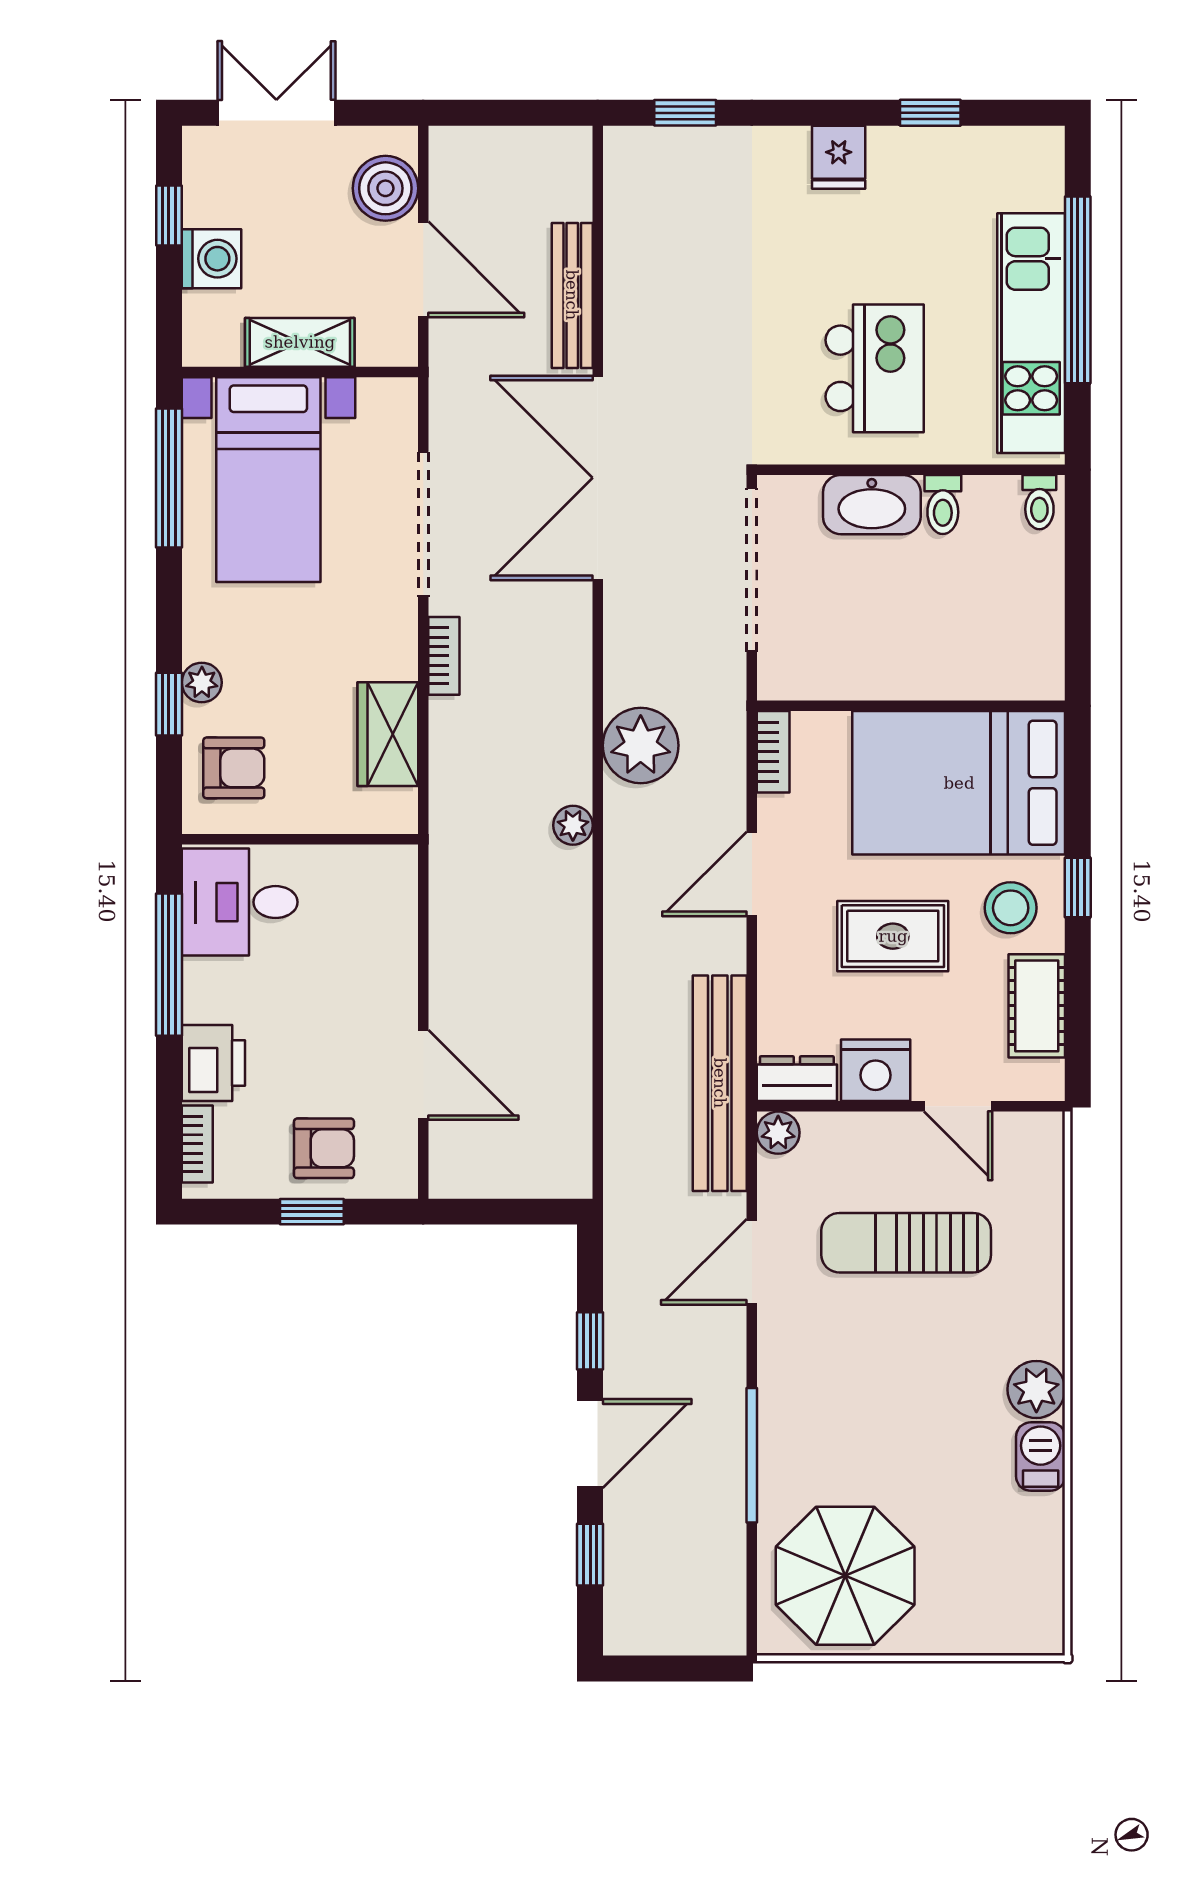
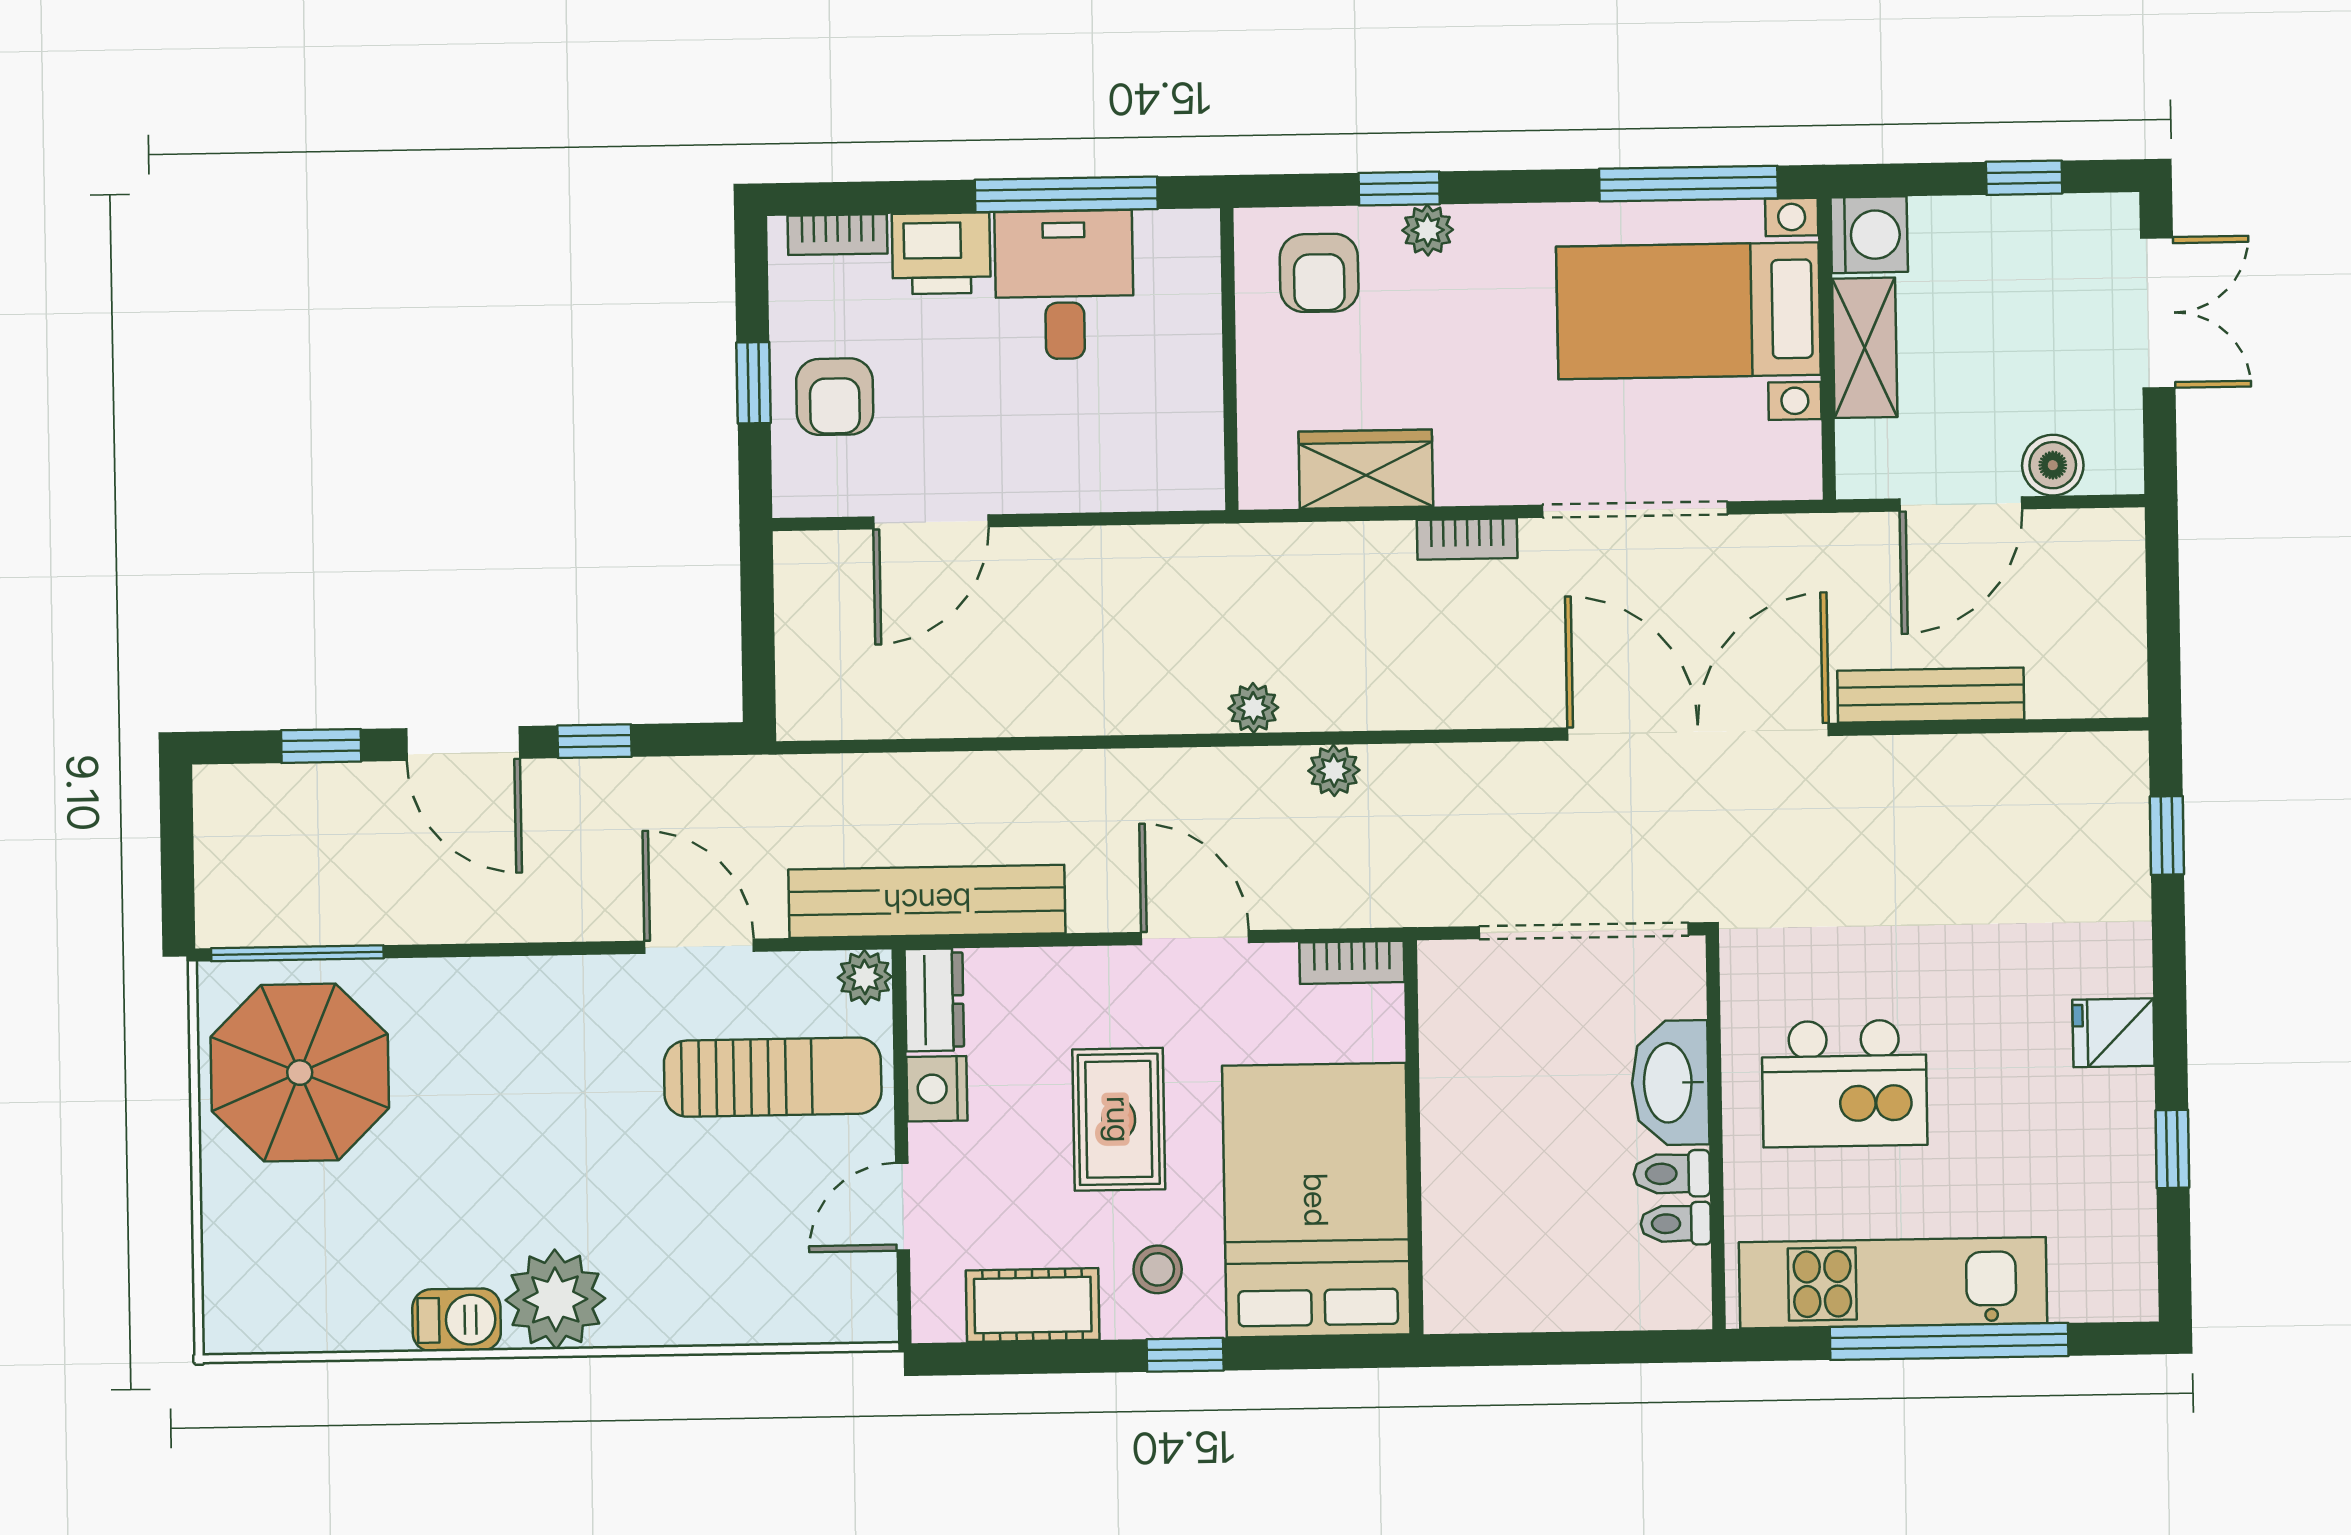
boiler: (385, 188) -> (2053, 465), width x0.73, depth x0.73
washing machine: (211, 259) -> (1869, 235), moved, turned -90
toilet: (1039, 502) -> (1676, 1224), moved
plant: (641, 745) -> (1334, 770), width x0.53, depth x0.53
desk: (240, 902) -> (1064, 285), moved
stool: (1011, 908) -> (1158, 1269), width x0.73, depth x0.73
nightstand: (876, 1070) -> (937, 1089), width x0.74, depth x0.75
sun lounger: (906, 1243) -> (773, 1077), moved, turned 90
plant: (1036, 1389) -> (555, 1299), width x1.36, depth x1.36
window: (752, 1455) -> (297, 953), moved

